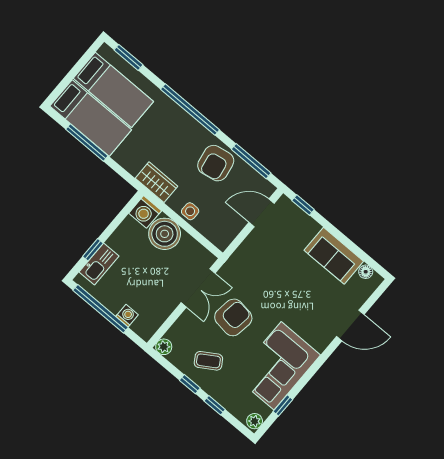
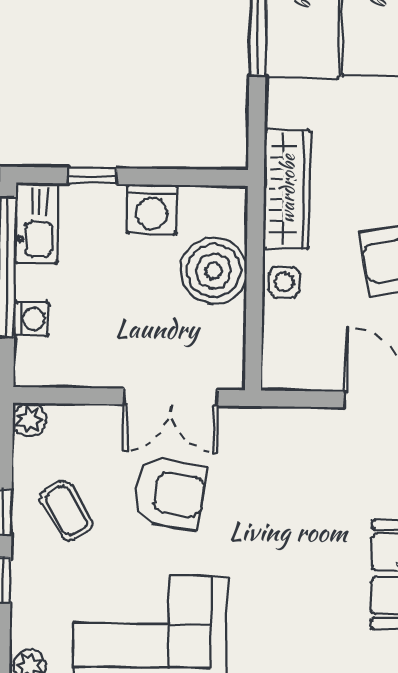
wardrobe: (157, 182) -> (287, 189), width x1.50
washing machine: (145, 212) -> (152, 209), moved, turned -90
kitchen sink: (99, 264) -> (37, 223), moved, turned -90

